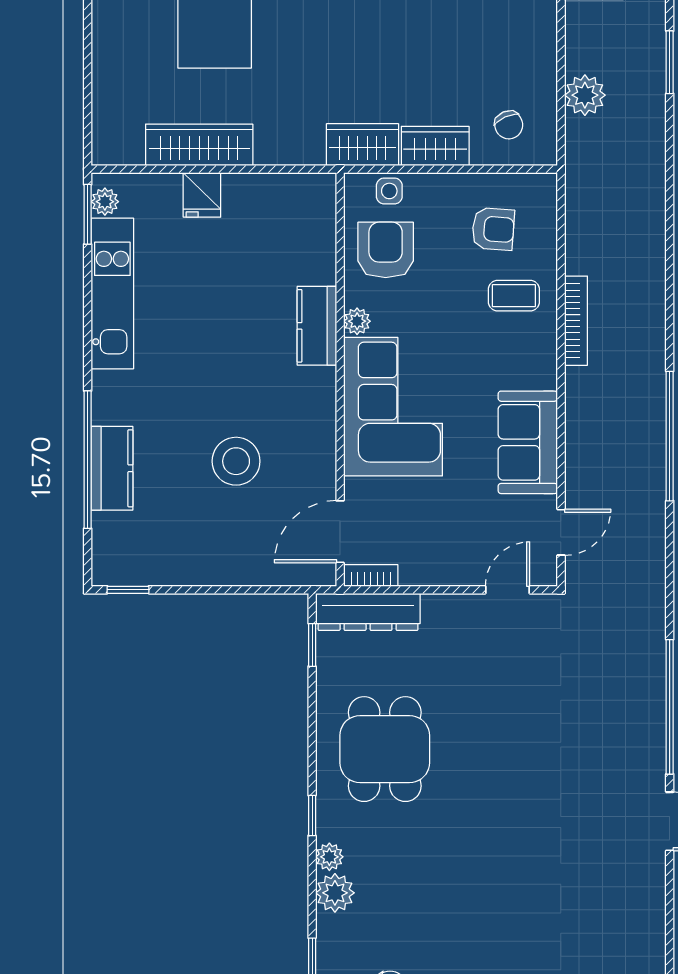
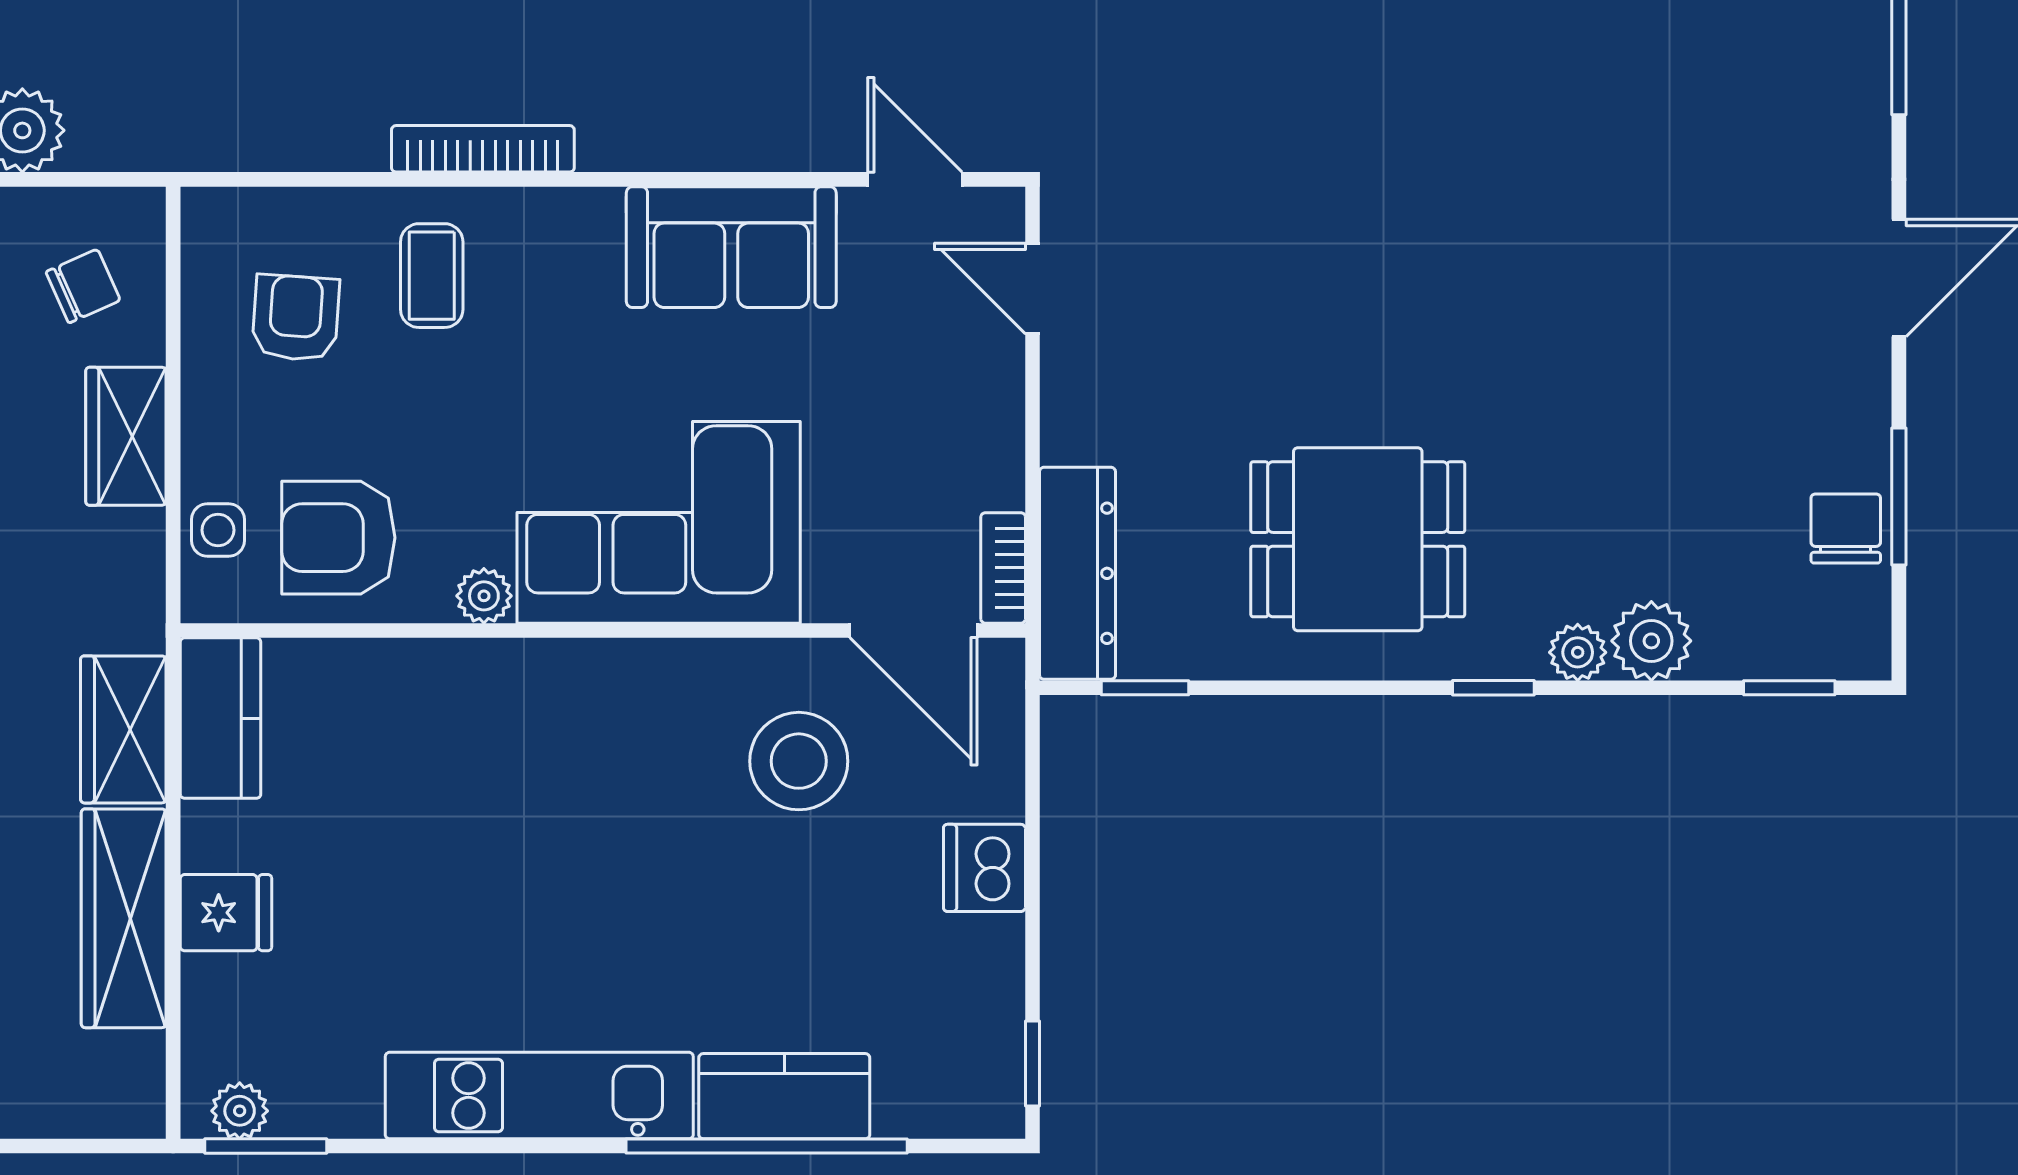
wardrobe: (362, 145) -> (123, 729), moved
kitchen unit: (112, 293) -> (539, 1096), moved
kitchen counter: (317, 326) -> (221, 718), moved, turned -90
stool: (236, 461) -> (799, 761), moved
dishwasher: (224, 566) -> (984, 868), added

